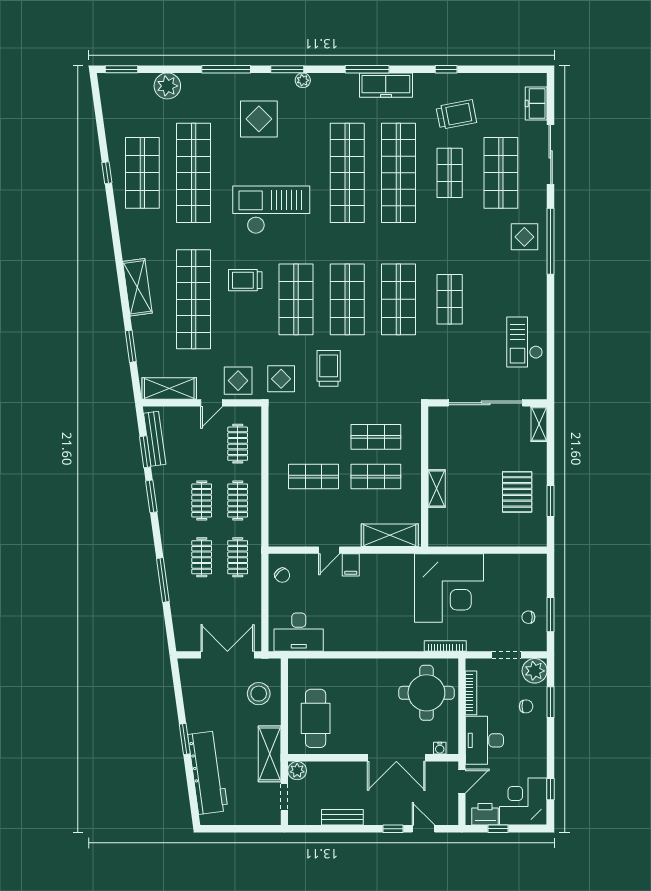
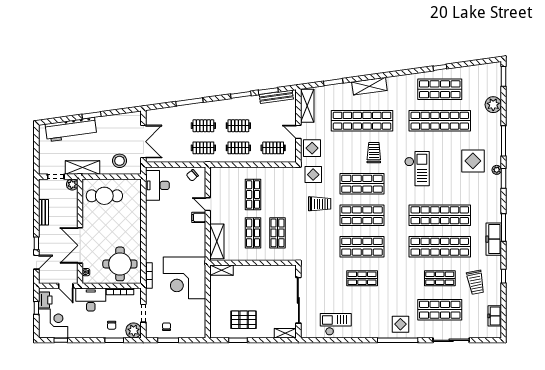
plant: (303, 80) -> (497, 170), moved
freezer: (536, 103) -> (495, 316), moved, turned -90
checkout: (271, 210) -> (417, 169), width x0.73, depth x0.83
shelving: (437, 488) -> (222, 270), moved

